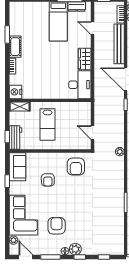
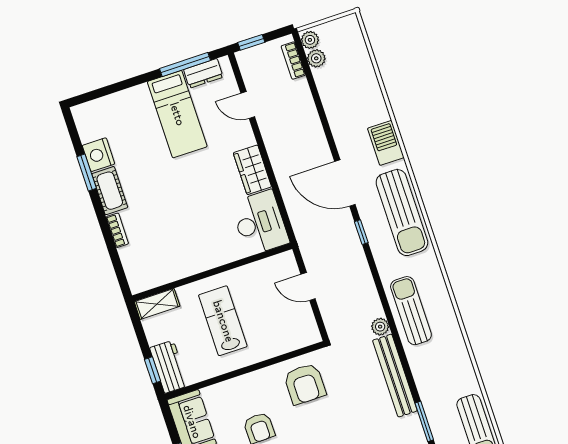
bench: (119, 44) -> (395, 376), moved
nightstand: (15, 92) -> (99, 155), moved
lab bench: (48, 125) -> (223, 321), turned 180
door: (92, 133) -> (308, 286), moved

